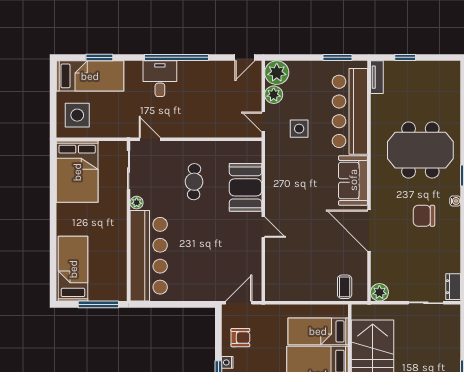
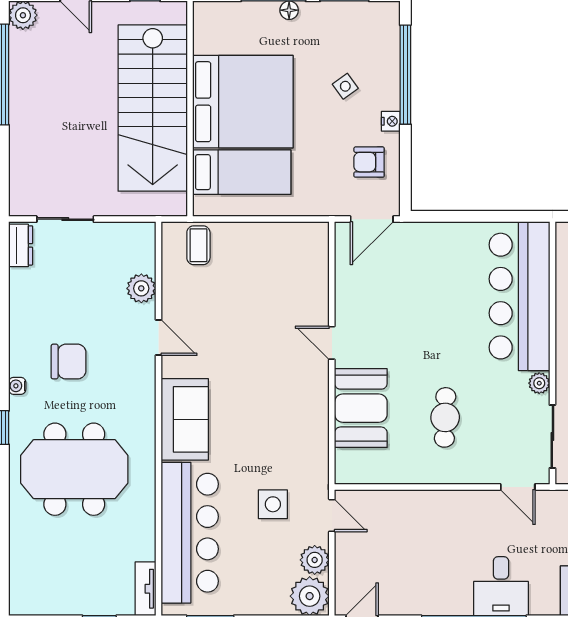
door: (369, 230) -> (158, 338), width x0.53
plant: (379, 292) -> (141, 288), moved

